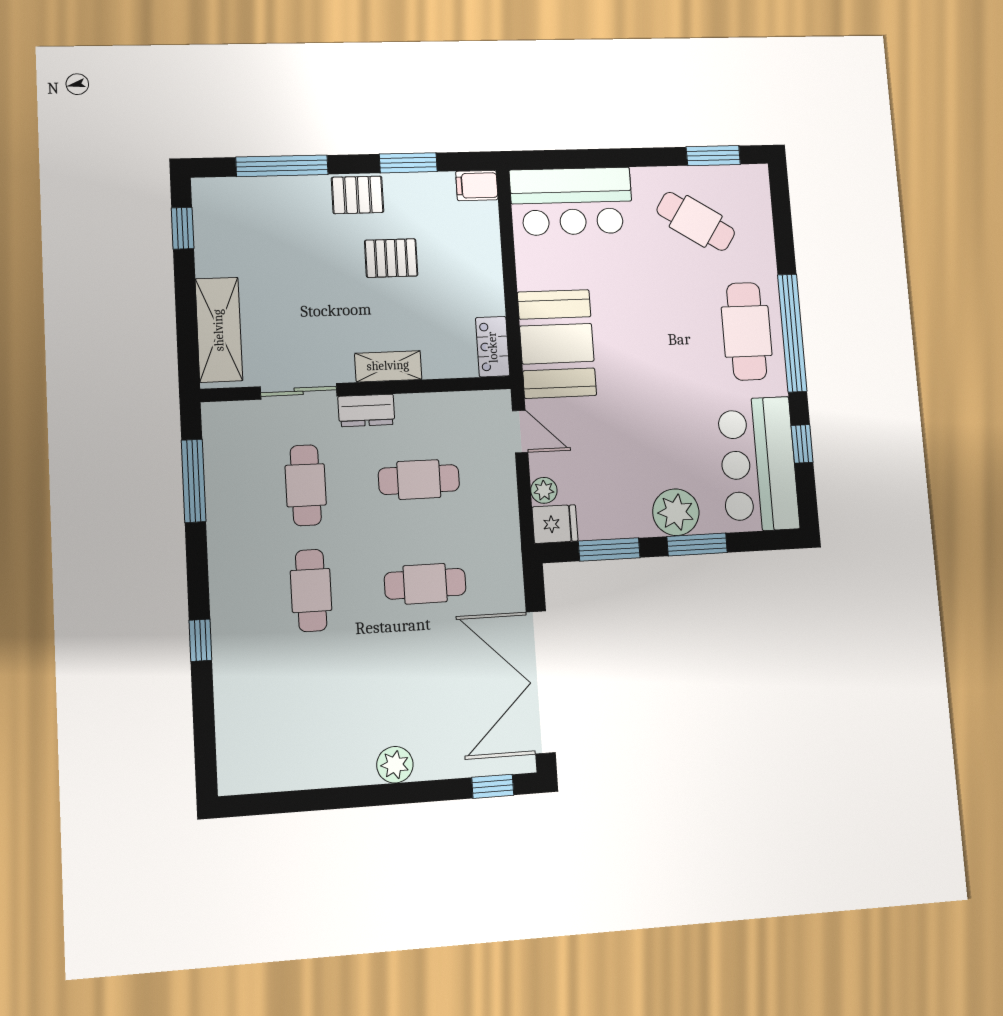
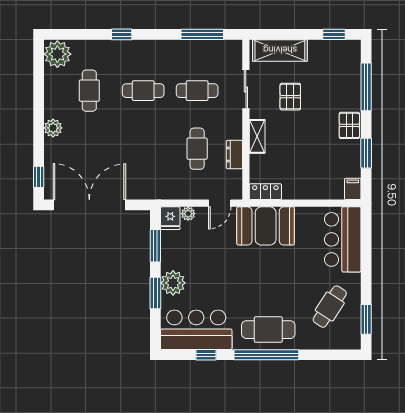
pallet: (391, 258) -> (290, 97), moved
dresser: (366, 410) -> (234, 155), moved
cafe table: (425, 584) -> (89, 91), moved
plant: (246, 767) -> (57, 54), added

